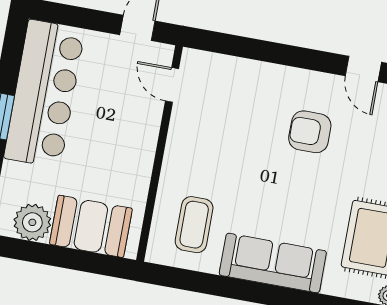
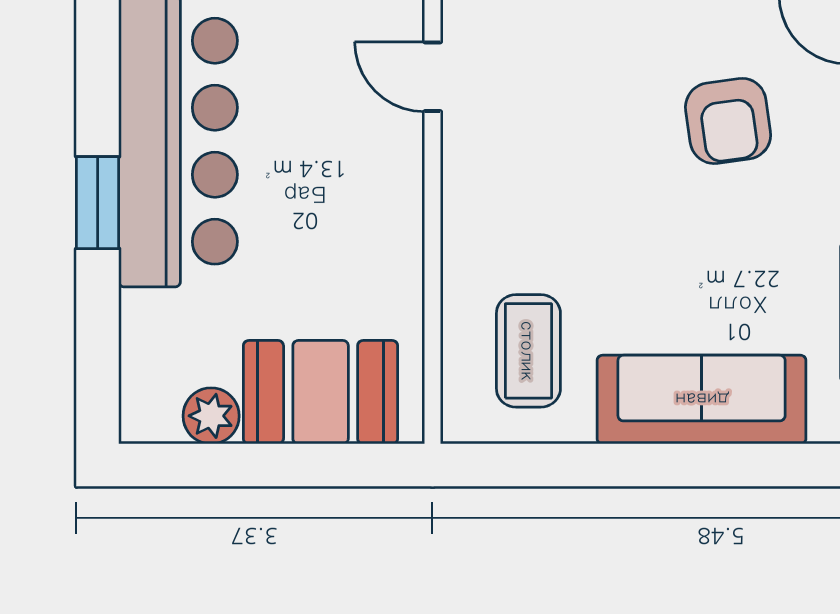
armchair: (310, 132) -> (728, 121), turned -98
plant: (32, 222) -> (211, 416), width x0.73, depth x0.73

